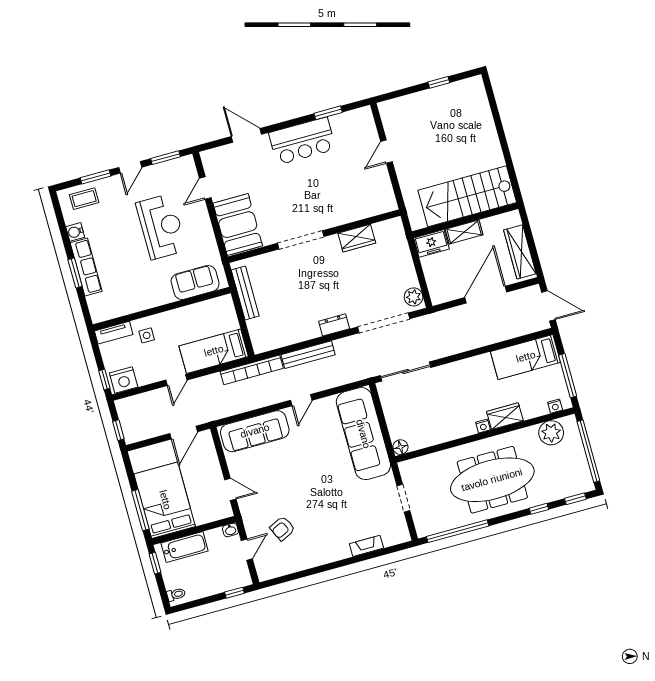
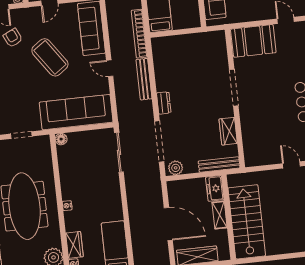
bench: (245, 293) -> (219, 165), moved
wardrobe: (505, 416) -> (74, 245), moved
coffee table: (300, 478) -> (50, 57), added

